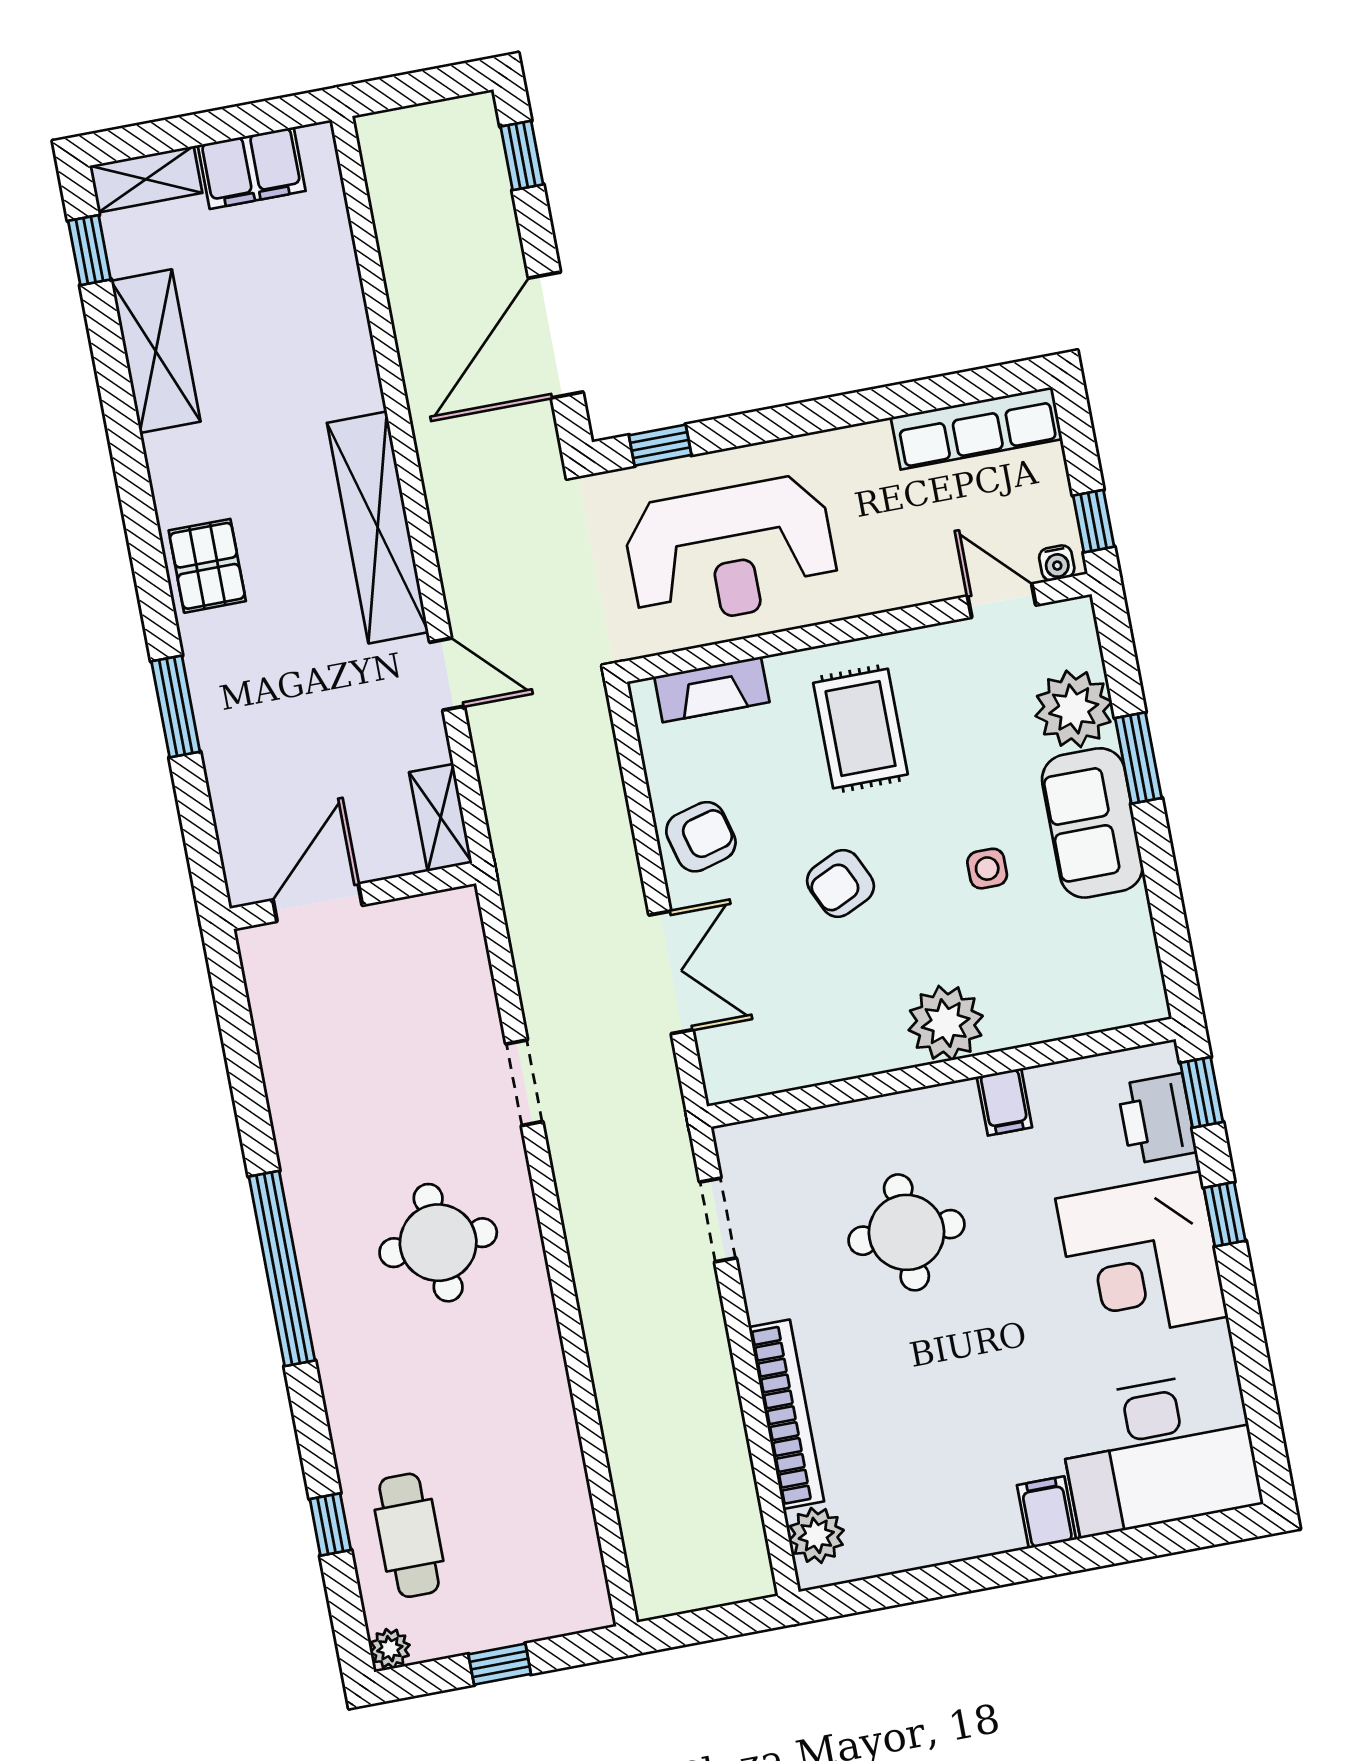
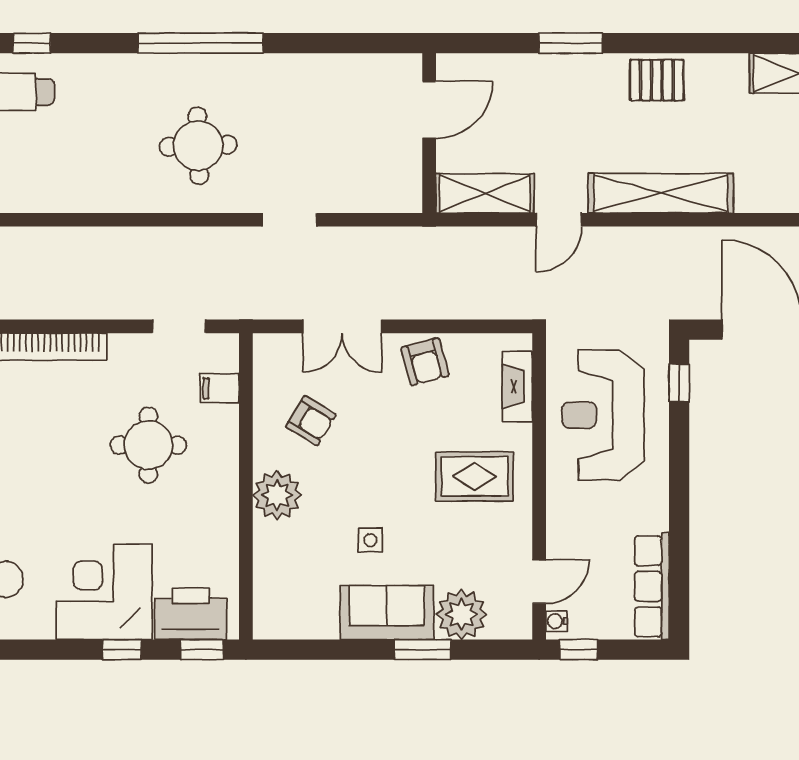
shelving: (441, 818) -> (485, 193), width x1.50, depth x1.33
armchair: (841, 883) -> (311, 421), moved, turned 146
door: (318, 903) -> (429, 110), hinge flipped
filing cabinet: (1004, 1102) -> (220, 388), moved
printer: (1157, 1119) -> (191, 614), width x1.37, depth x1.19

